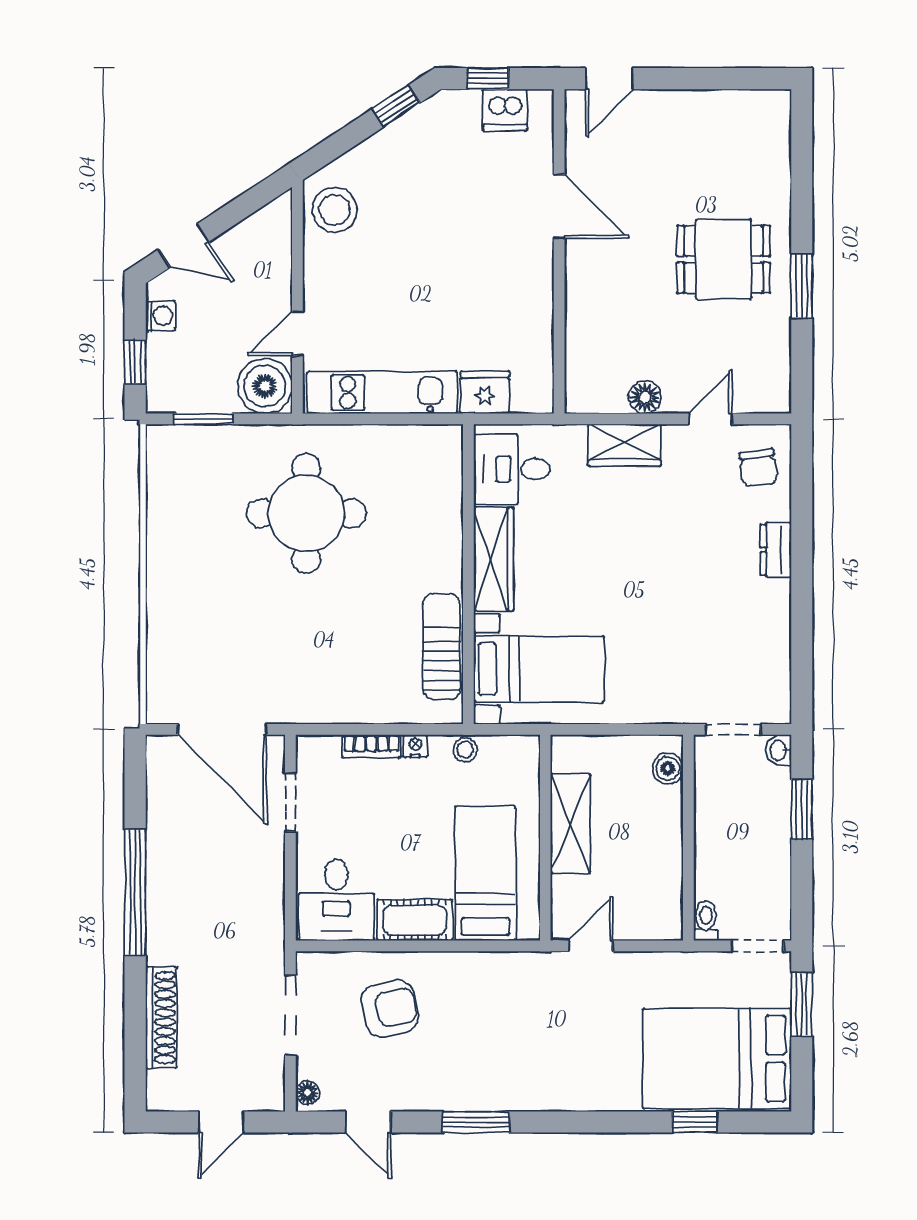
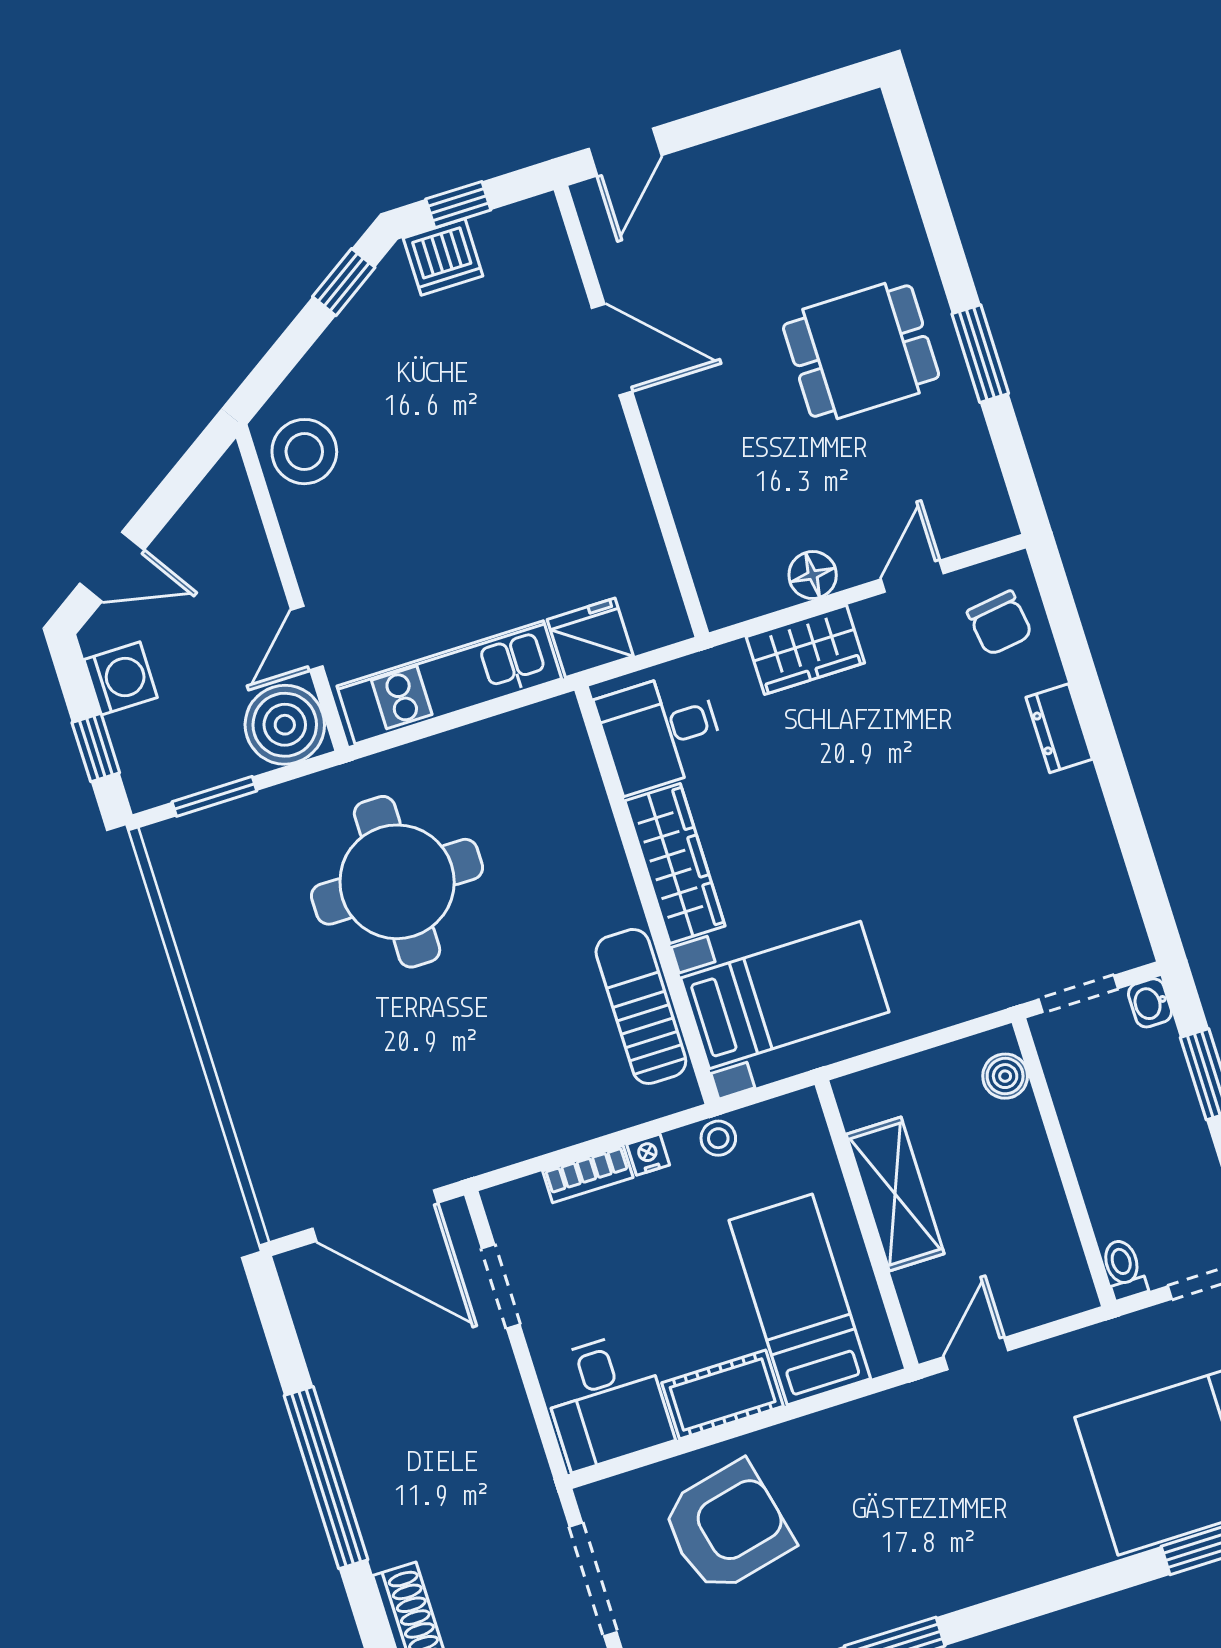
dishwasher: (505, 110) -> (443, 257), moved
washing machine: (160, 316) -> (121, 678), width x1.38, depth x1.38
armchair: (390, 1009) -> (727, 1527), width x1.36, depth x1.36

